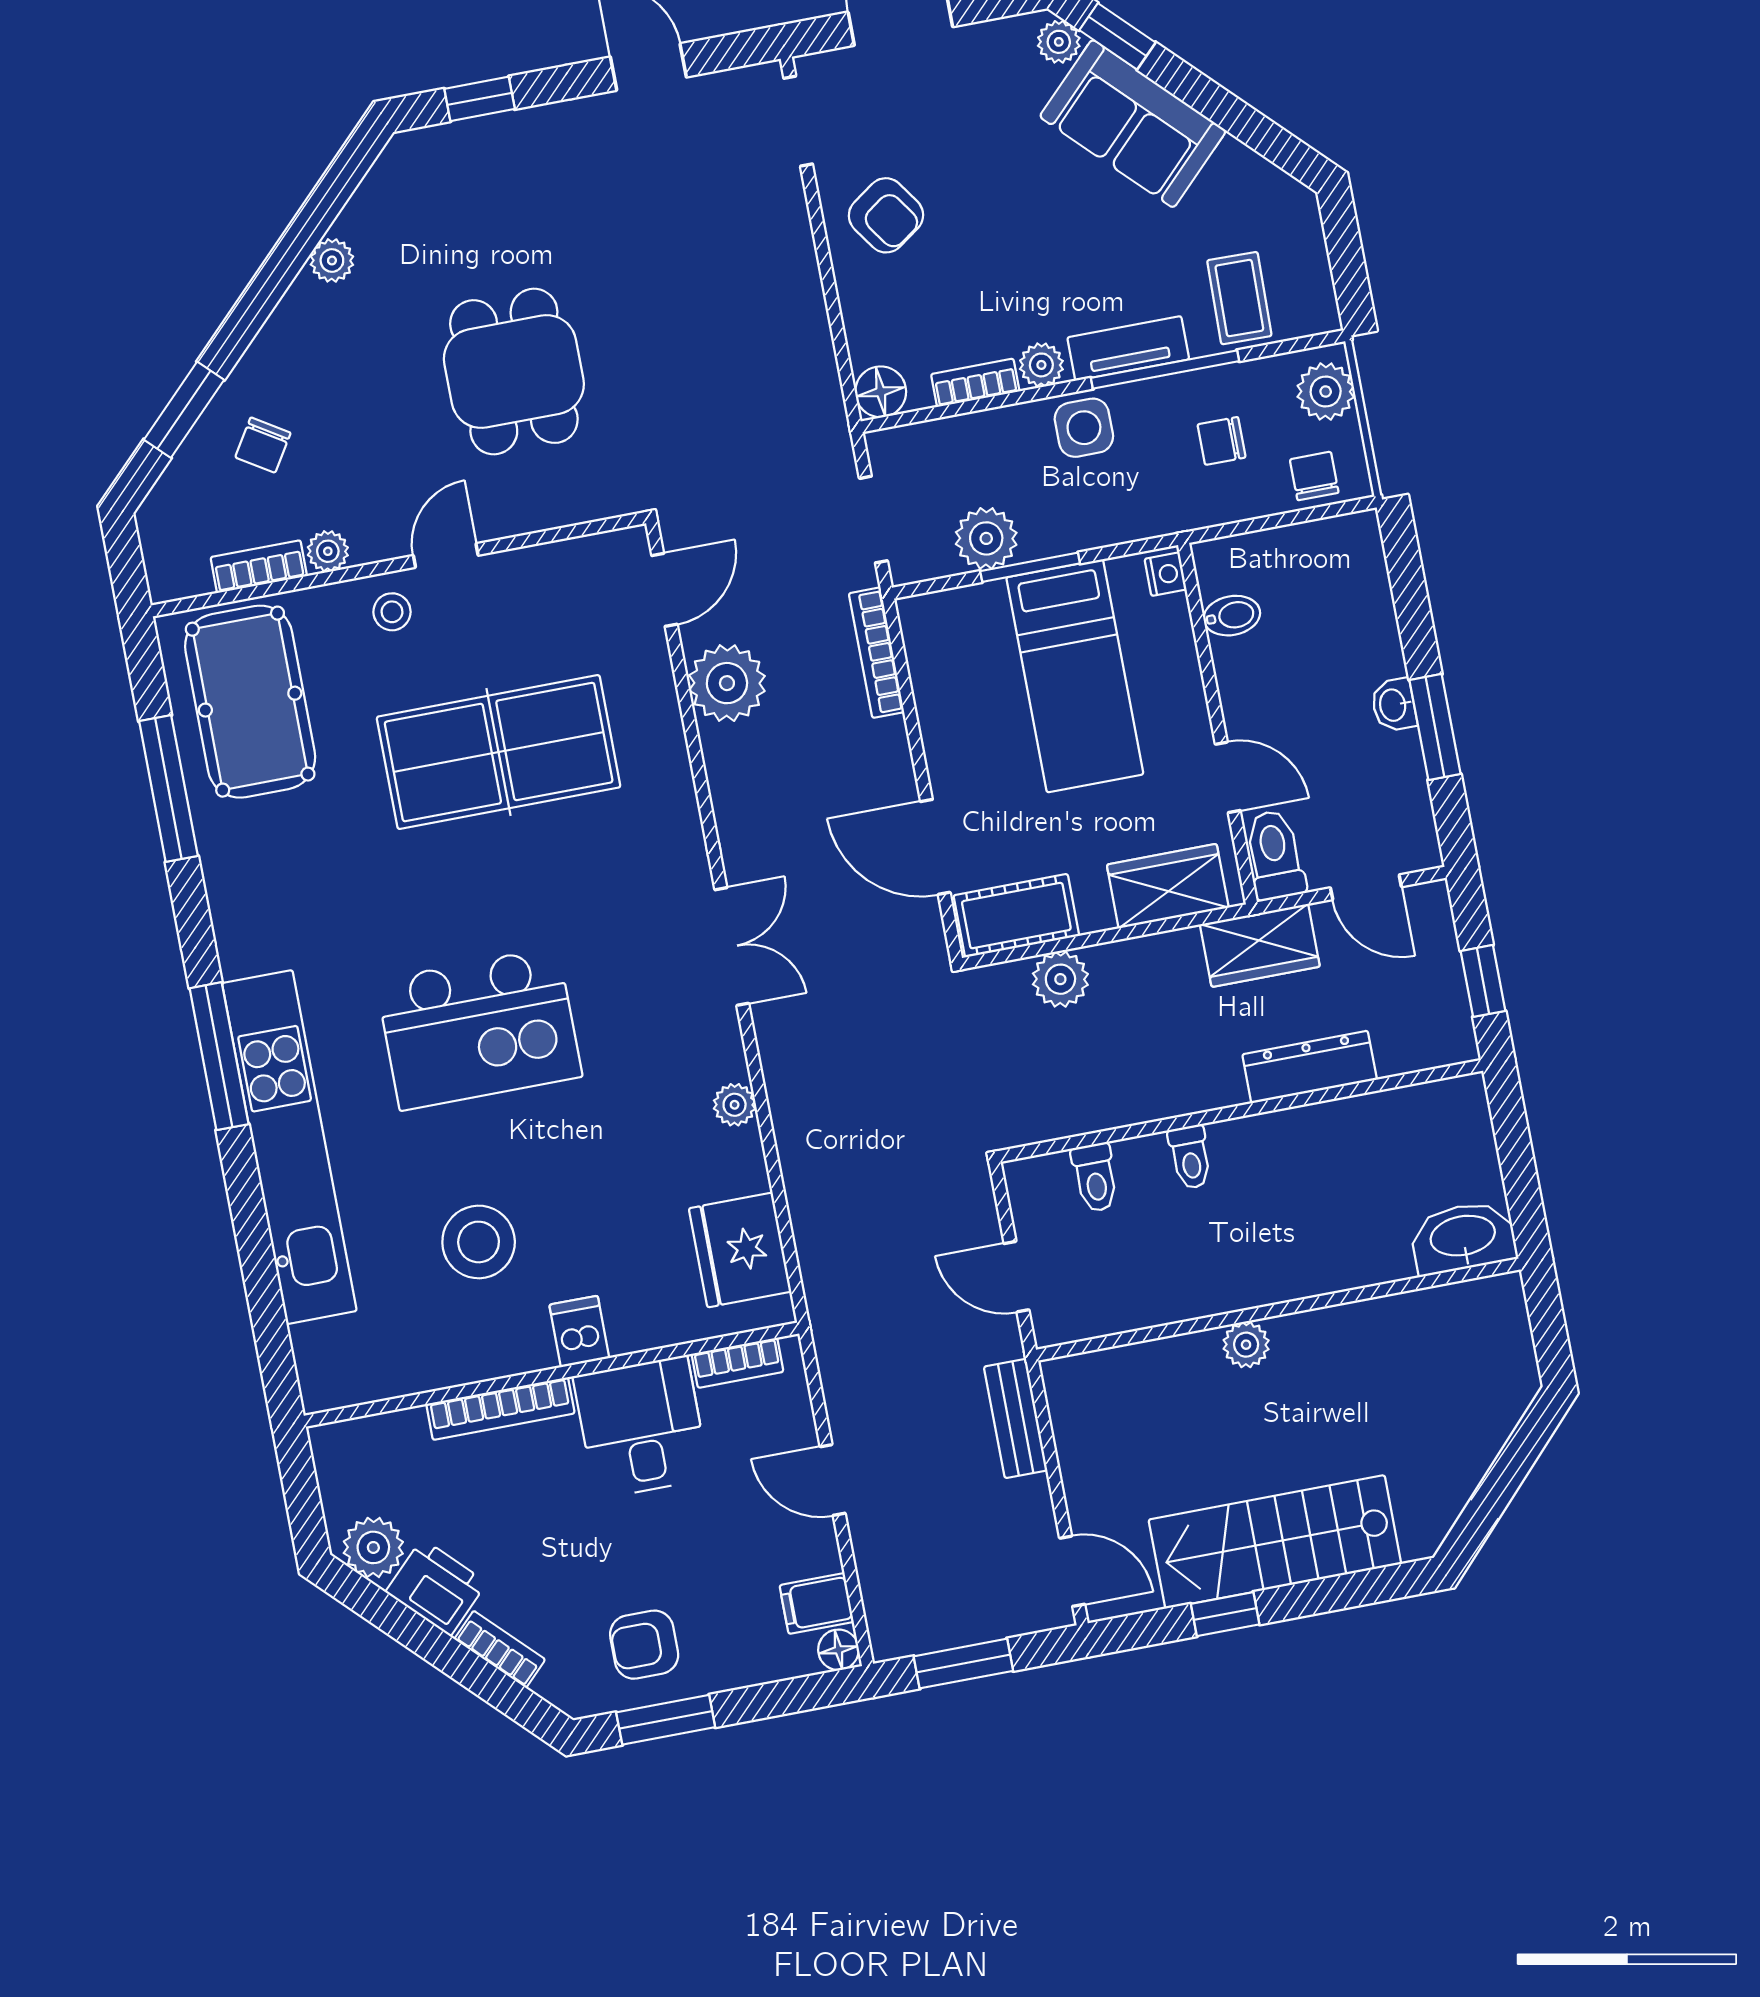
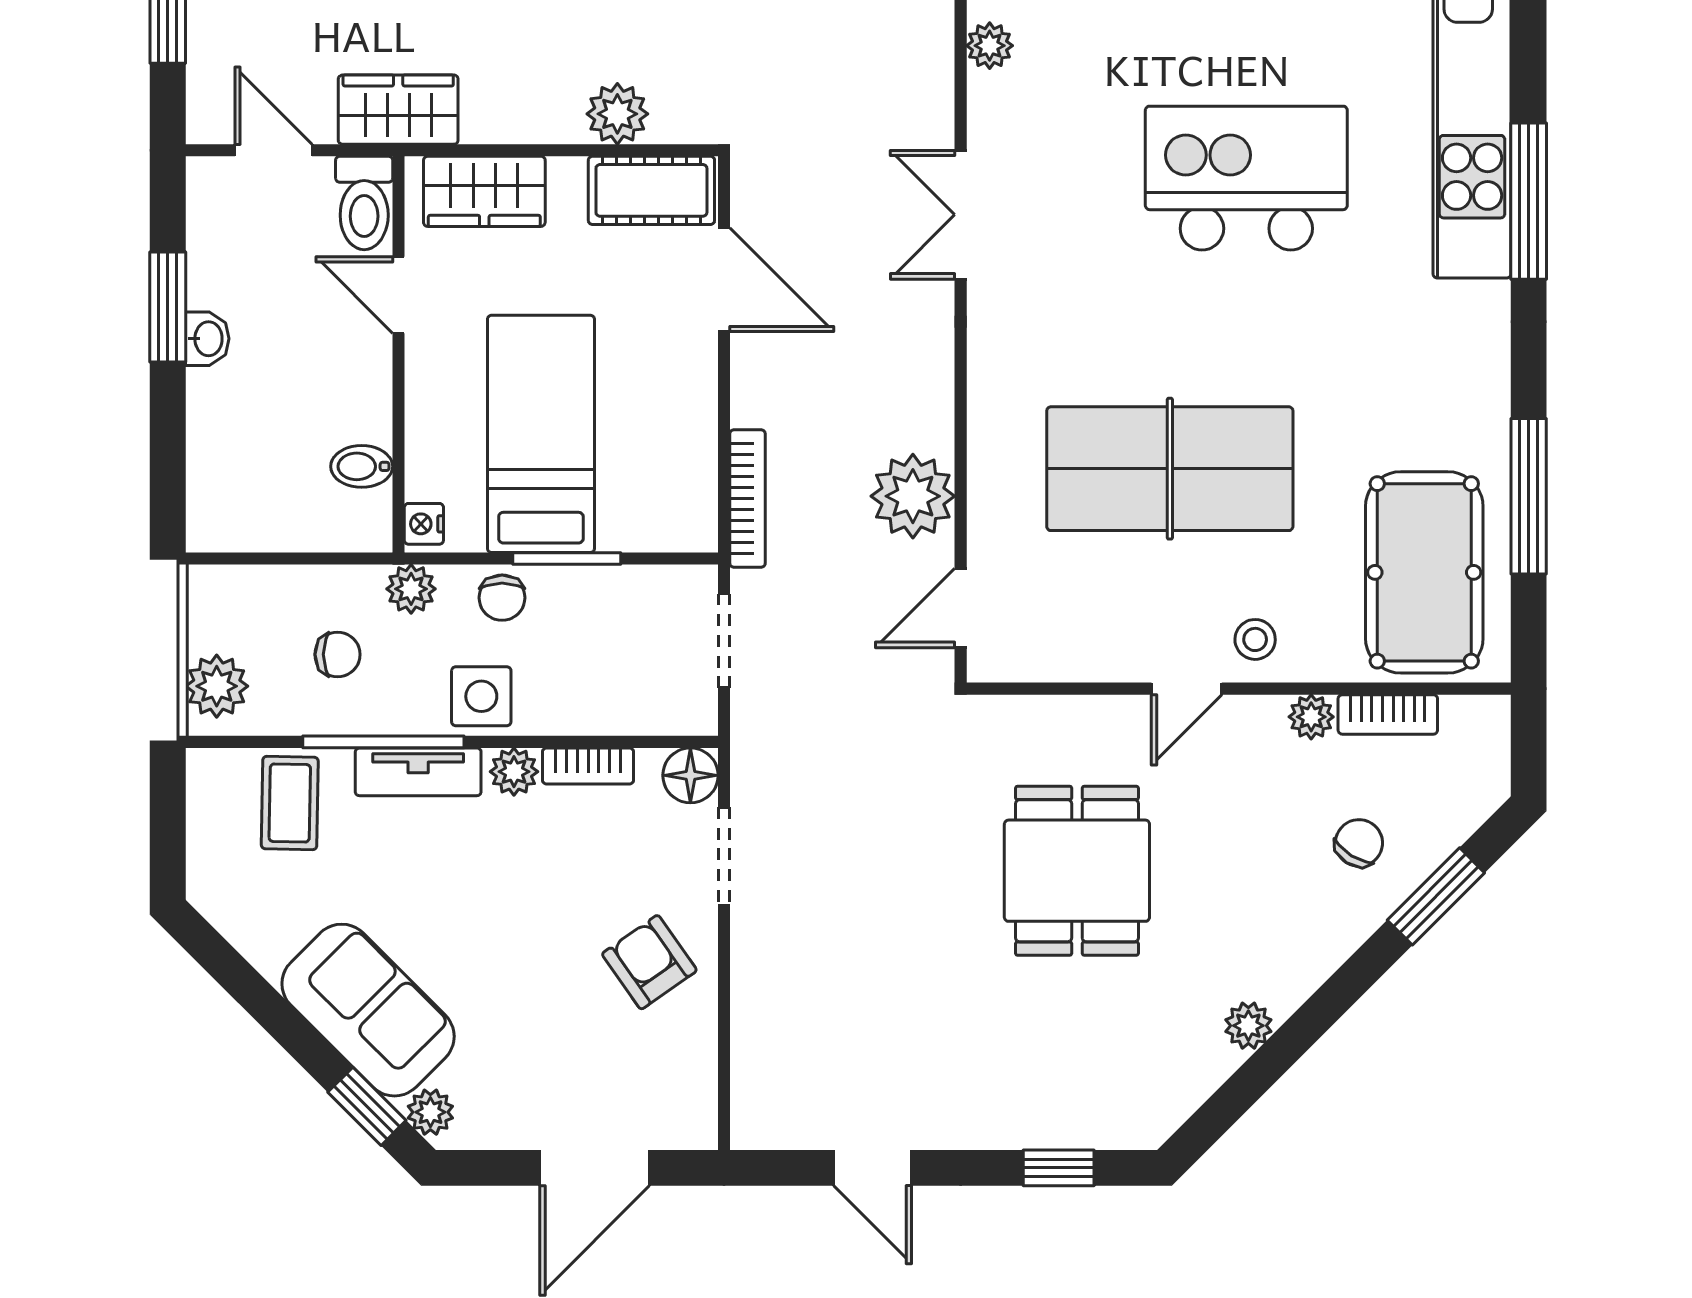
doorway: (798, 121) -> (724, 856), moved
chair: (1314, 476) -> (502, 598), moved
plant: (986, 538) -> (411, 589), moved, width x0.73, depth x0.73

